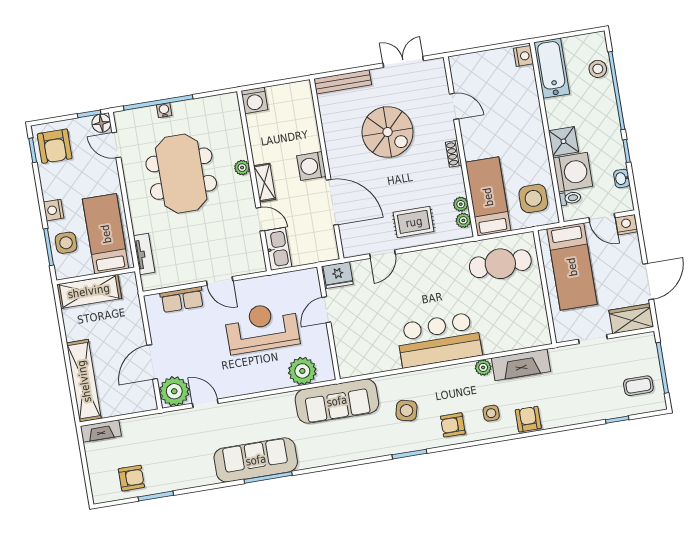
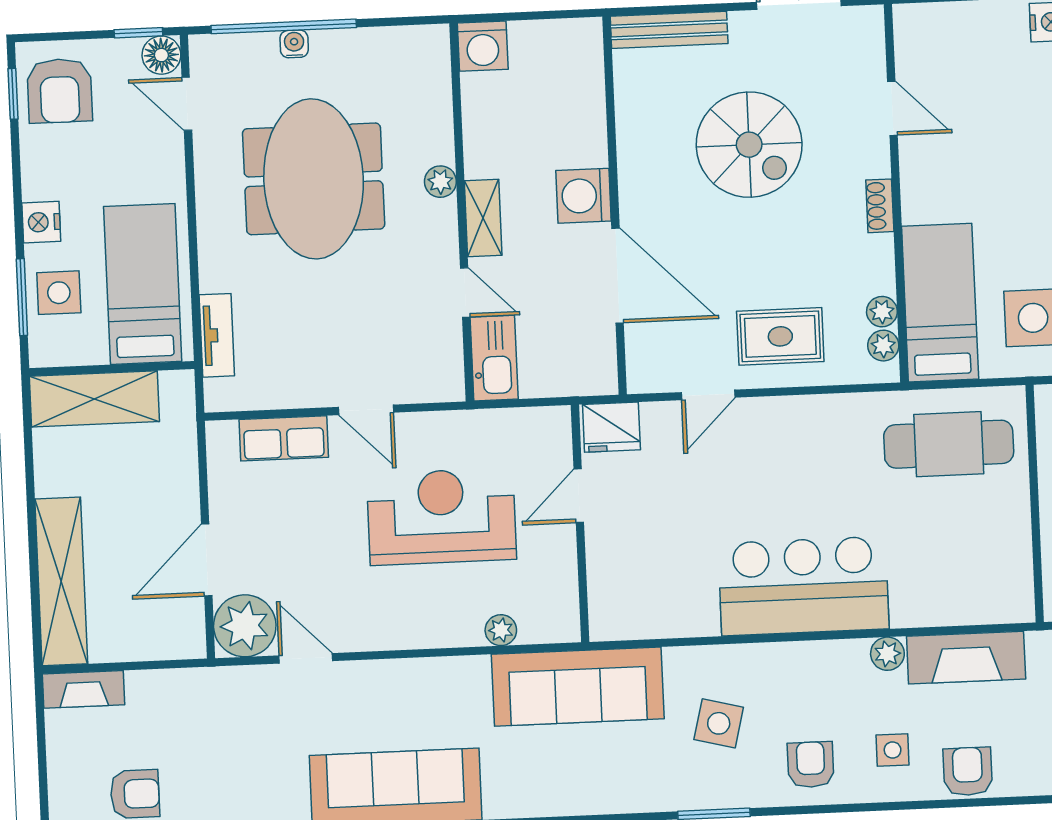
plant: (302, 371) -> (501, 630), width x0.53, depth x0.53
armchair: (453, 425) -> (811, 765), turned 90

